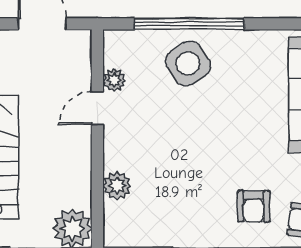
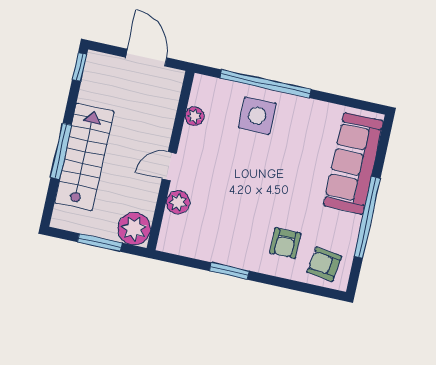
side table: (188, 63) -> (257, 116), turned 34
door: (97, 108) -> (169, 166), moved

